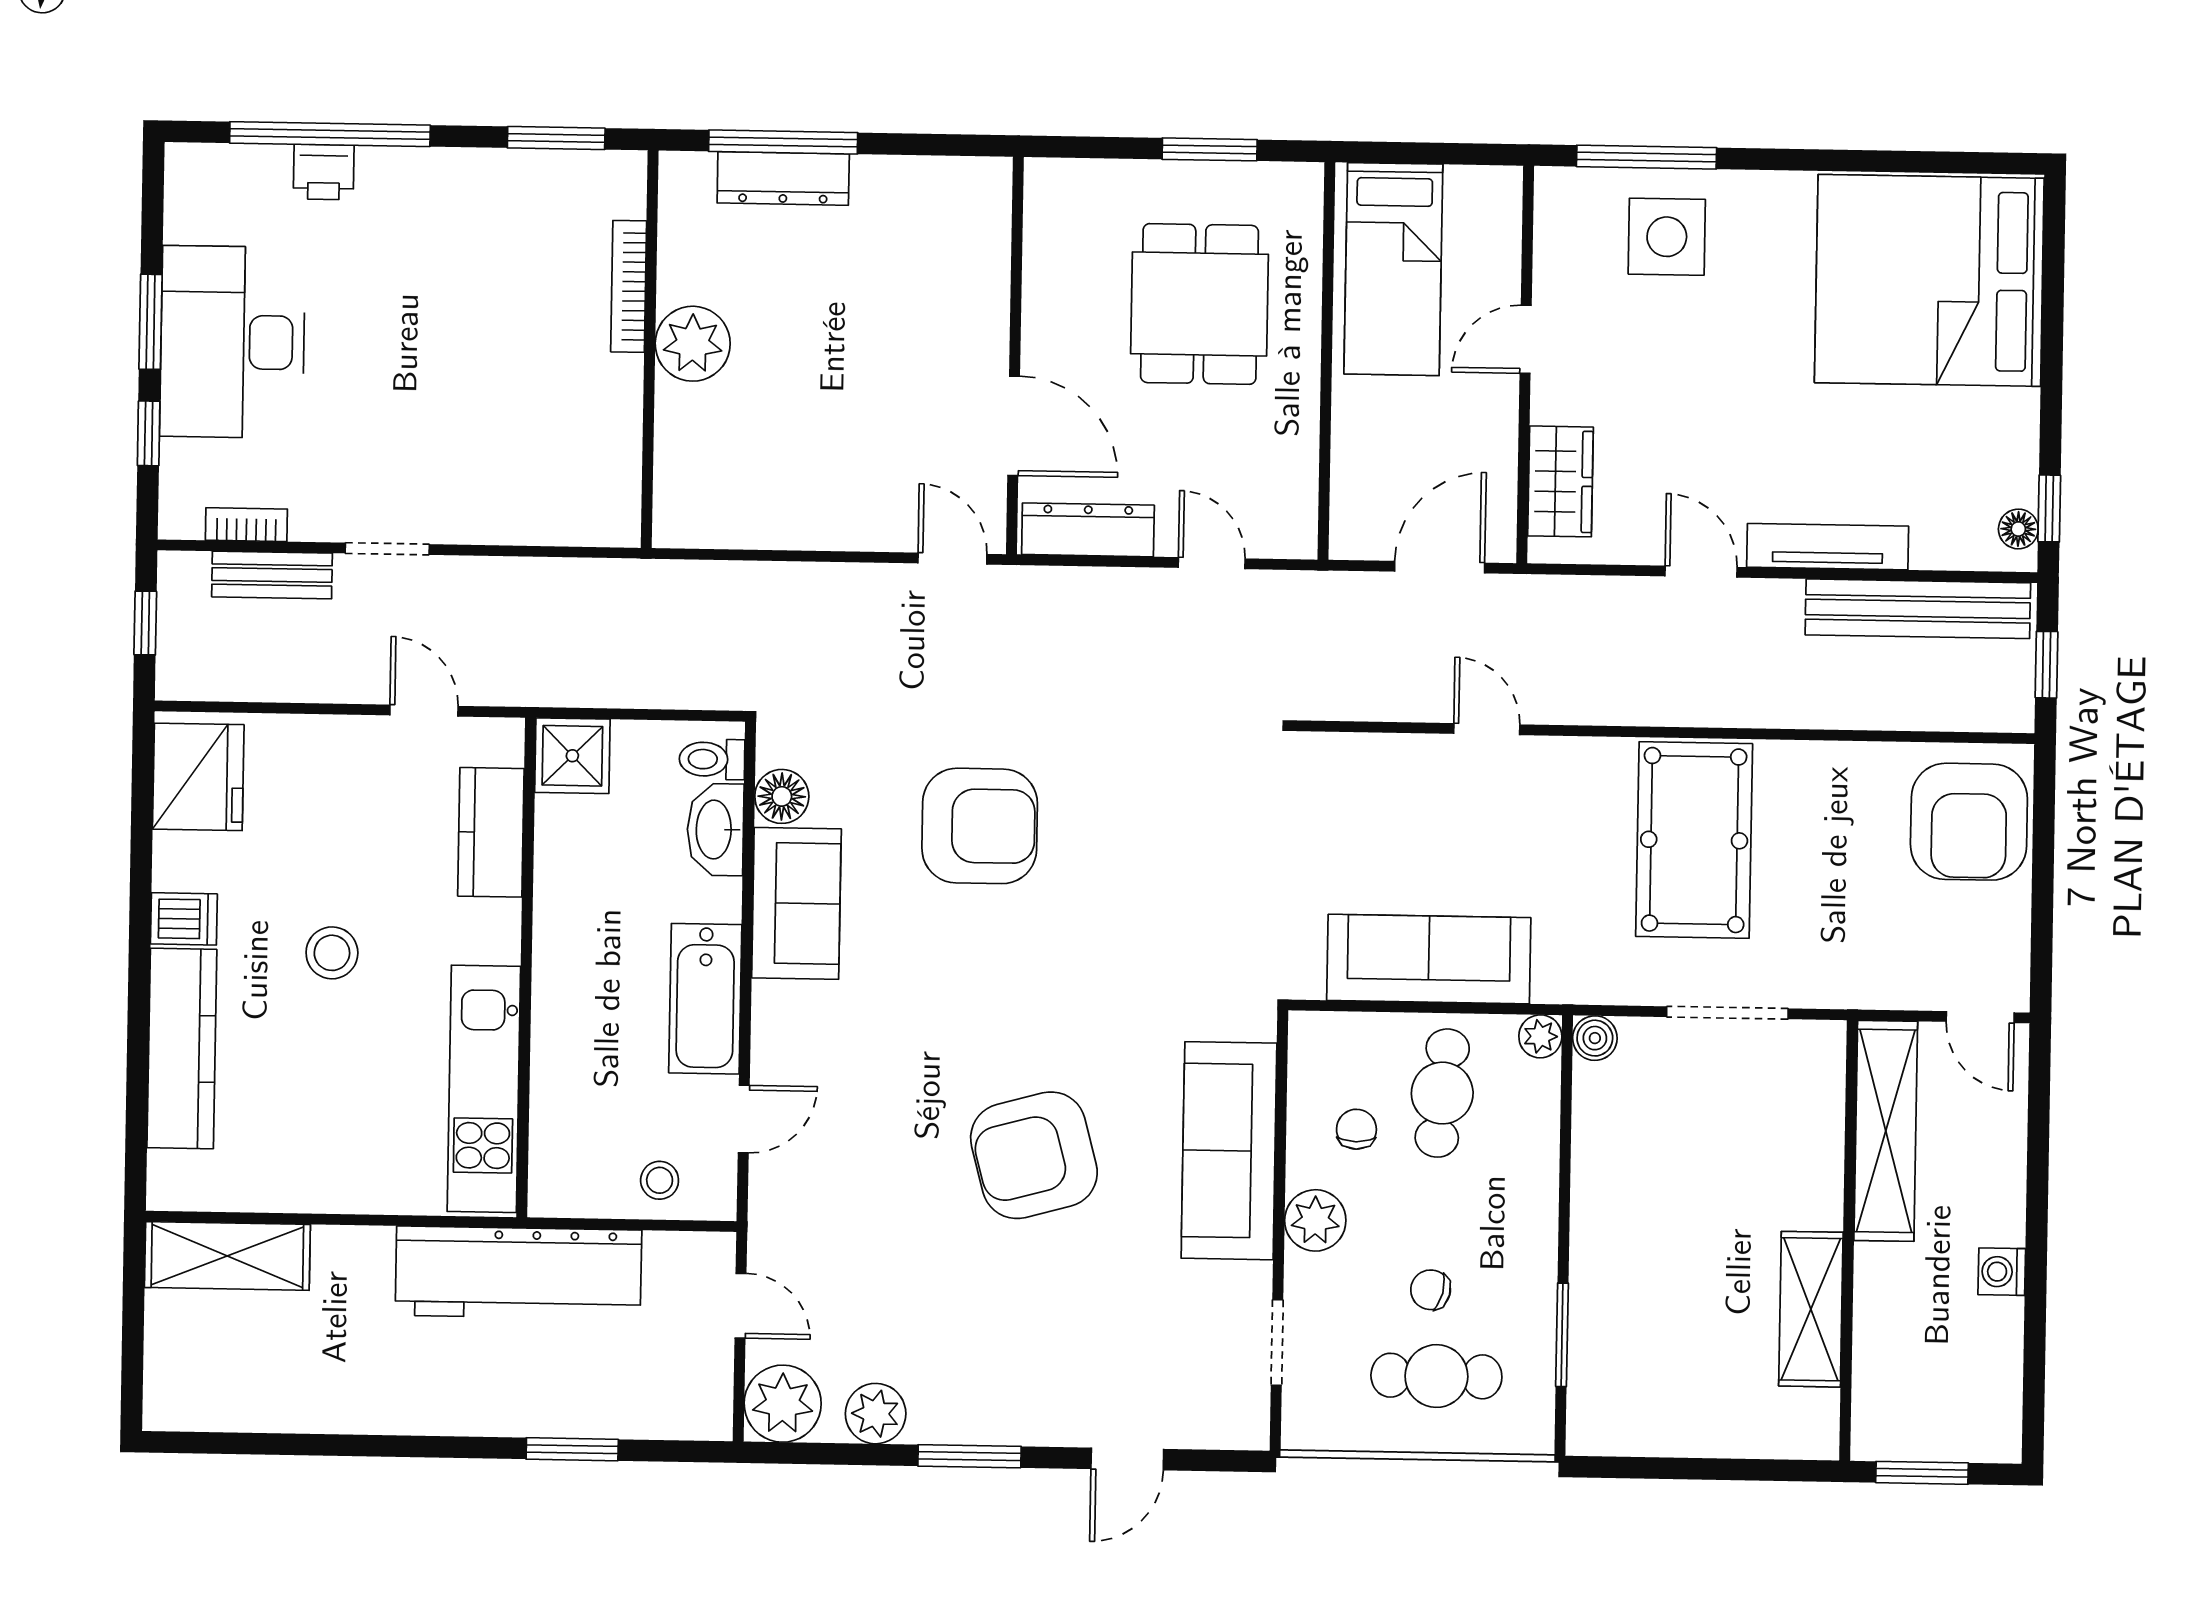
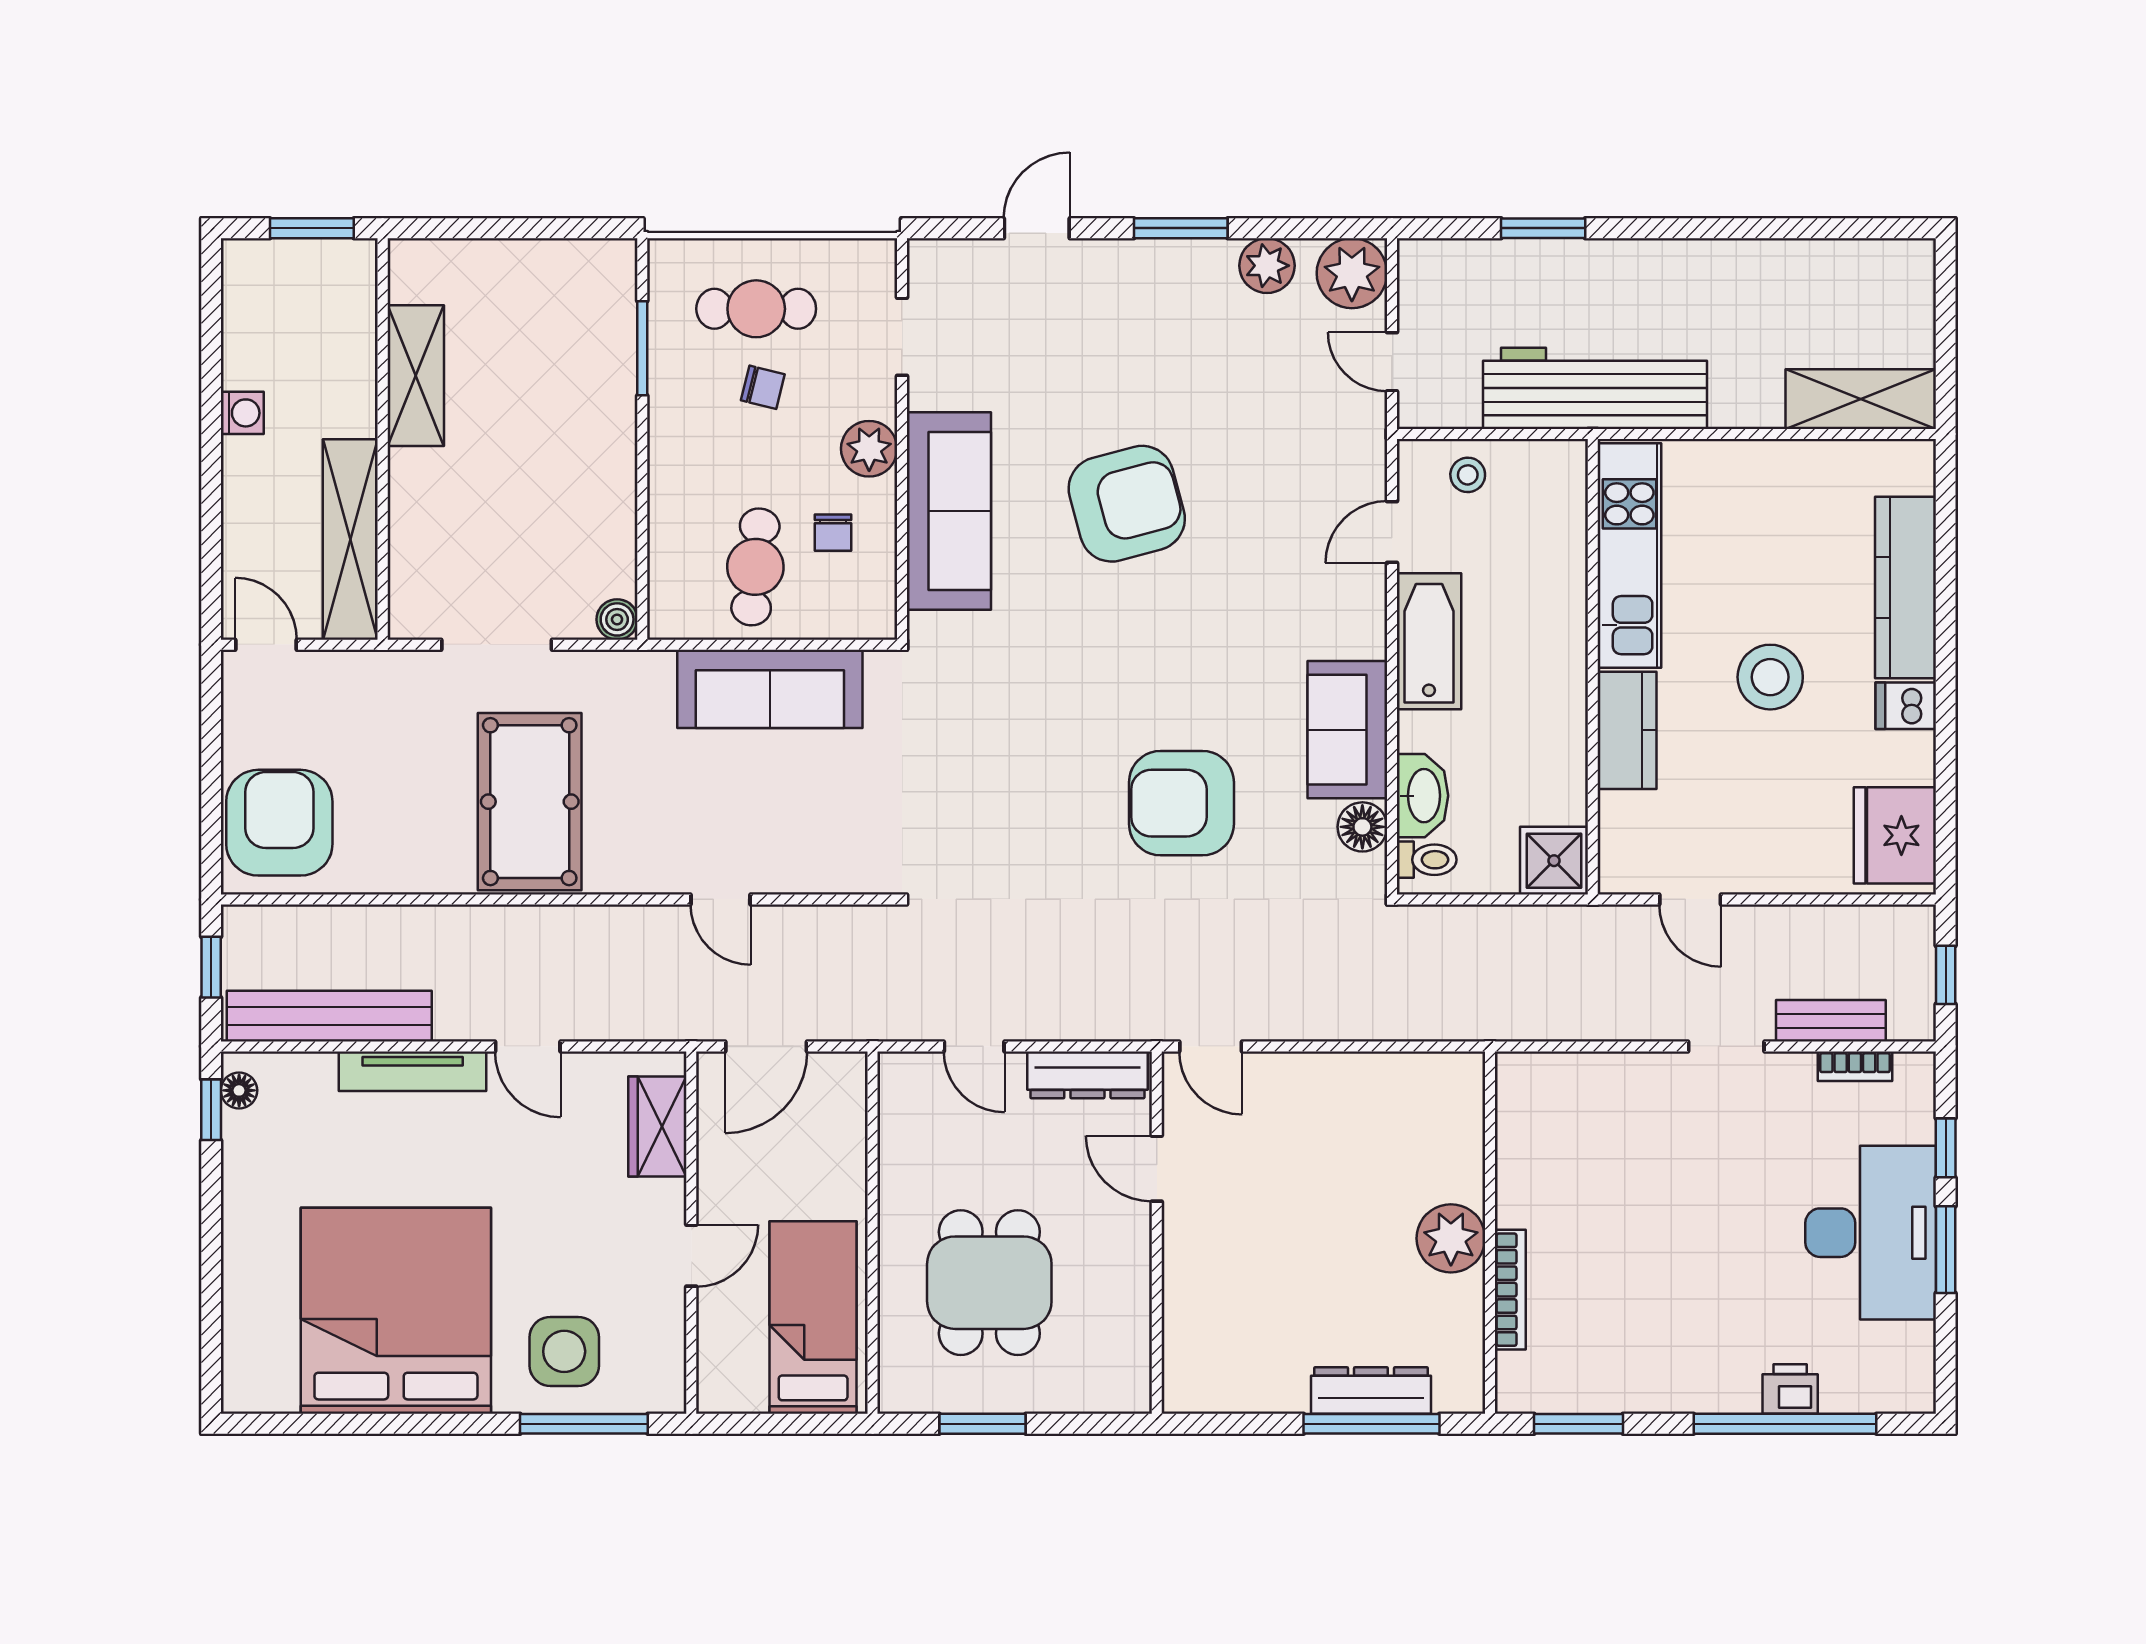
bed: (1929, 280) -> (396, 1311), moved, turned -90
door: (1014, 426) -> (1157, 1169), width x0.73
kitchen counter: (491, 832) -> (1627, 730), moved
stool: (332, 953) -> (1770, 677), width x1.38, depth x1.38
plant: (1540, 1036) -> (667, 620), removed

